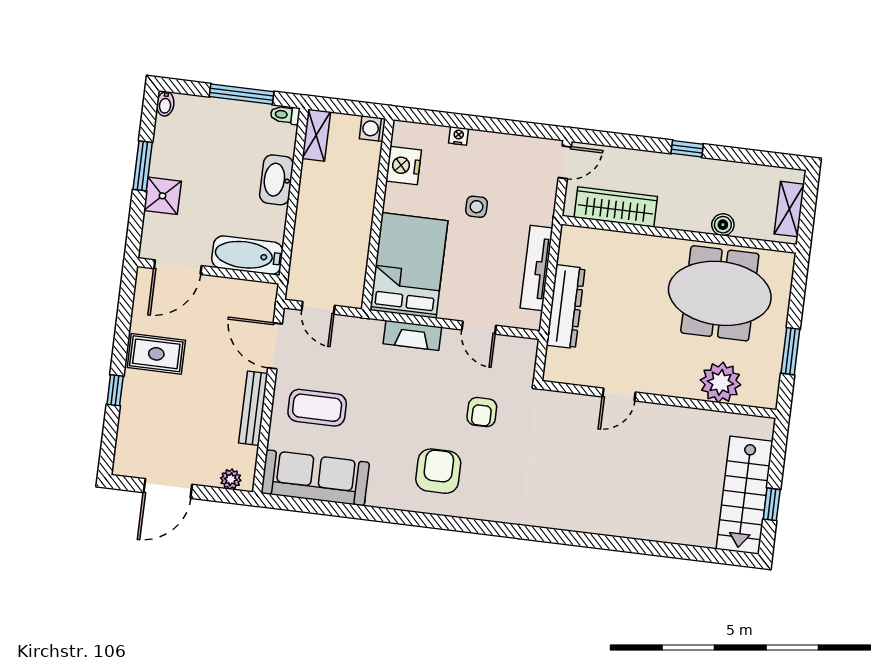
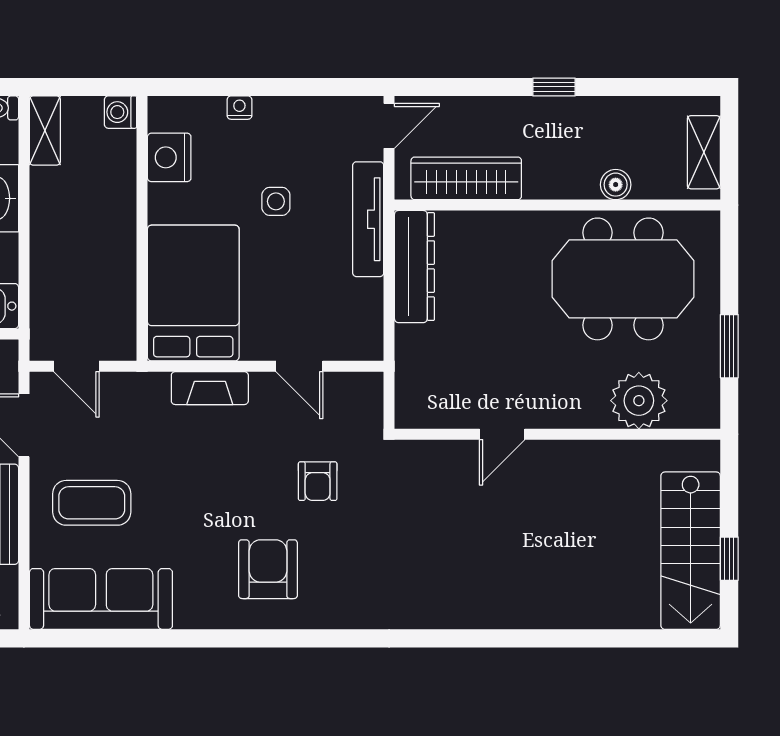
tv unit: (536, 268) -> (368, 219), moved
dresser: (566, 307) -> (414, 267), moved

